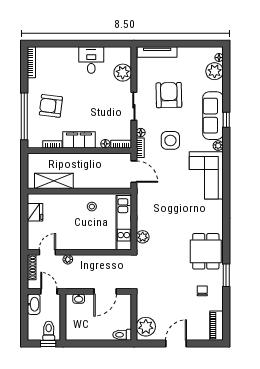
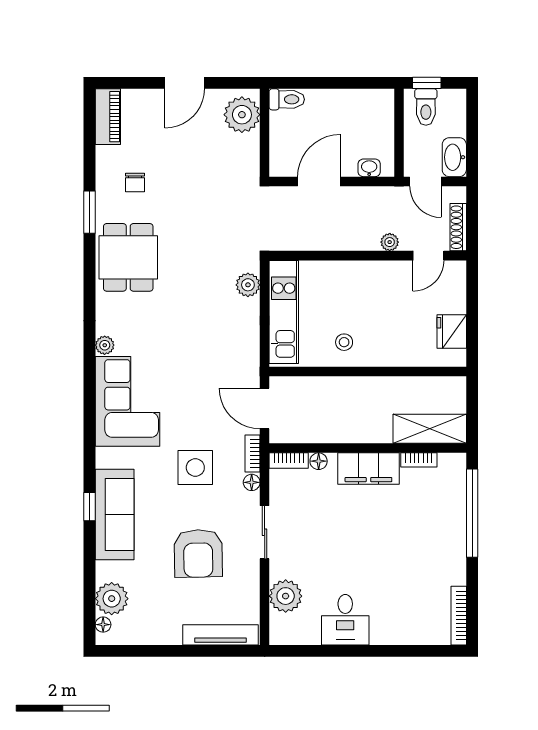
armchair: (51, 106) -> (422, 533), removed
plant: (218, 146) -> (105, 345), moved
shelving: (54, 181) -> (430, 429), moved

